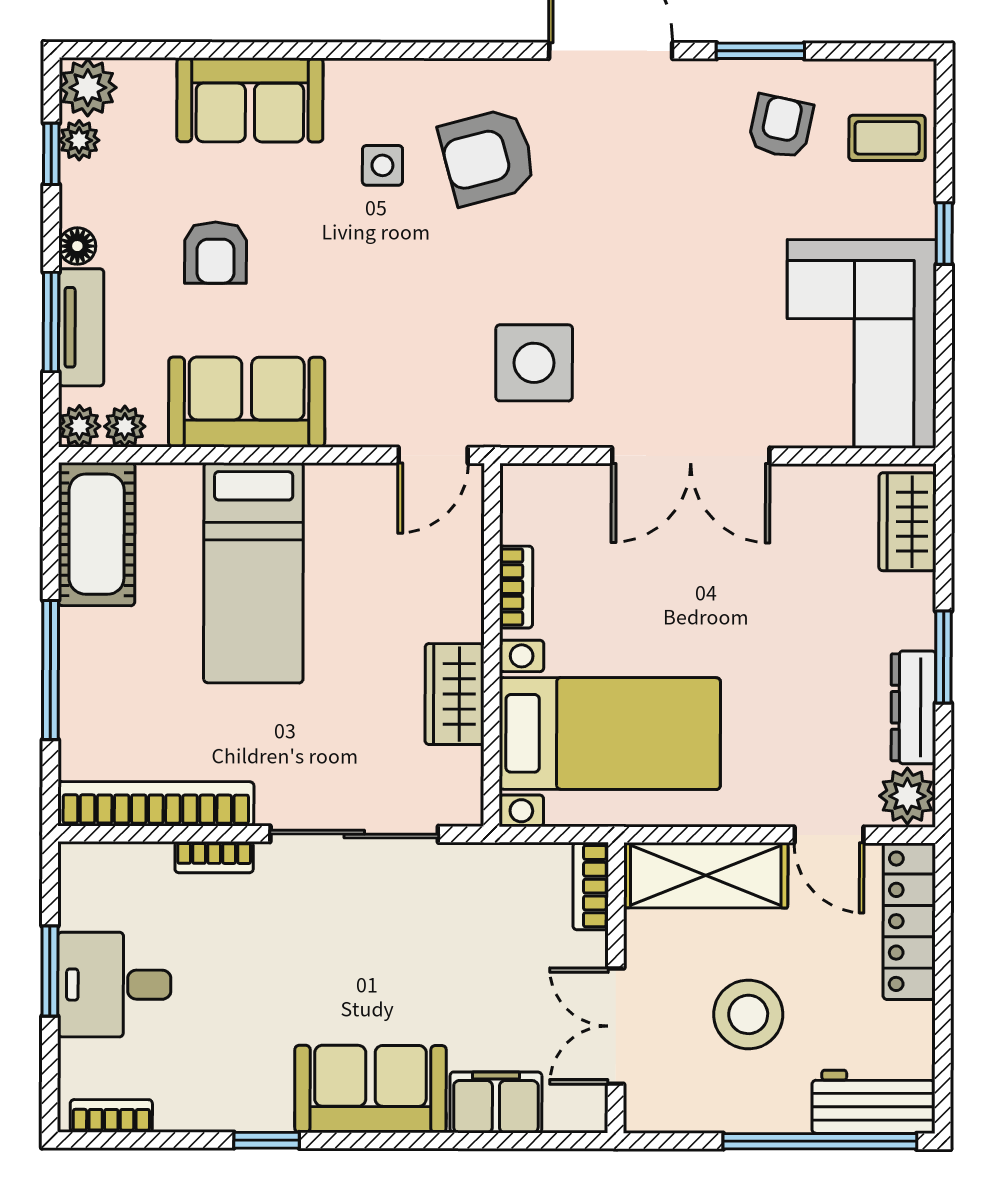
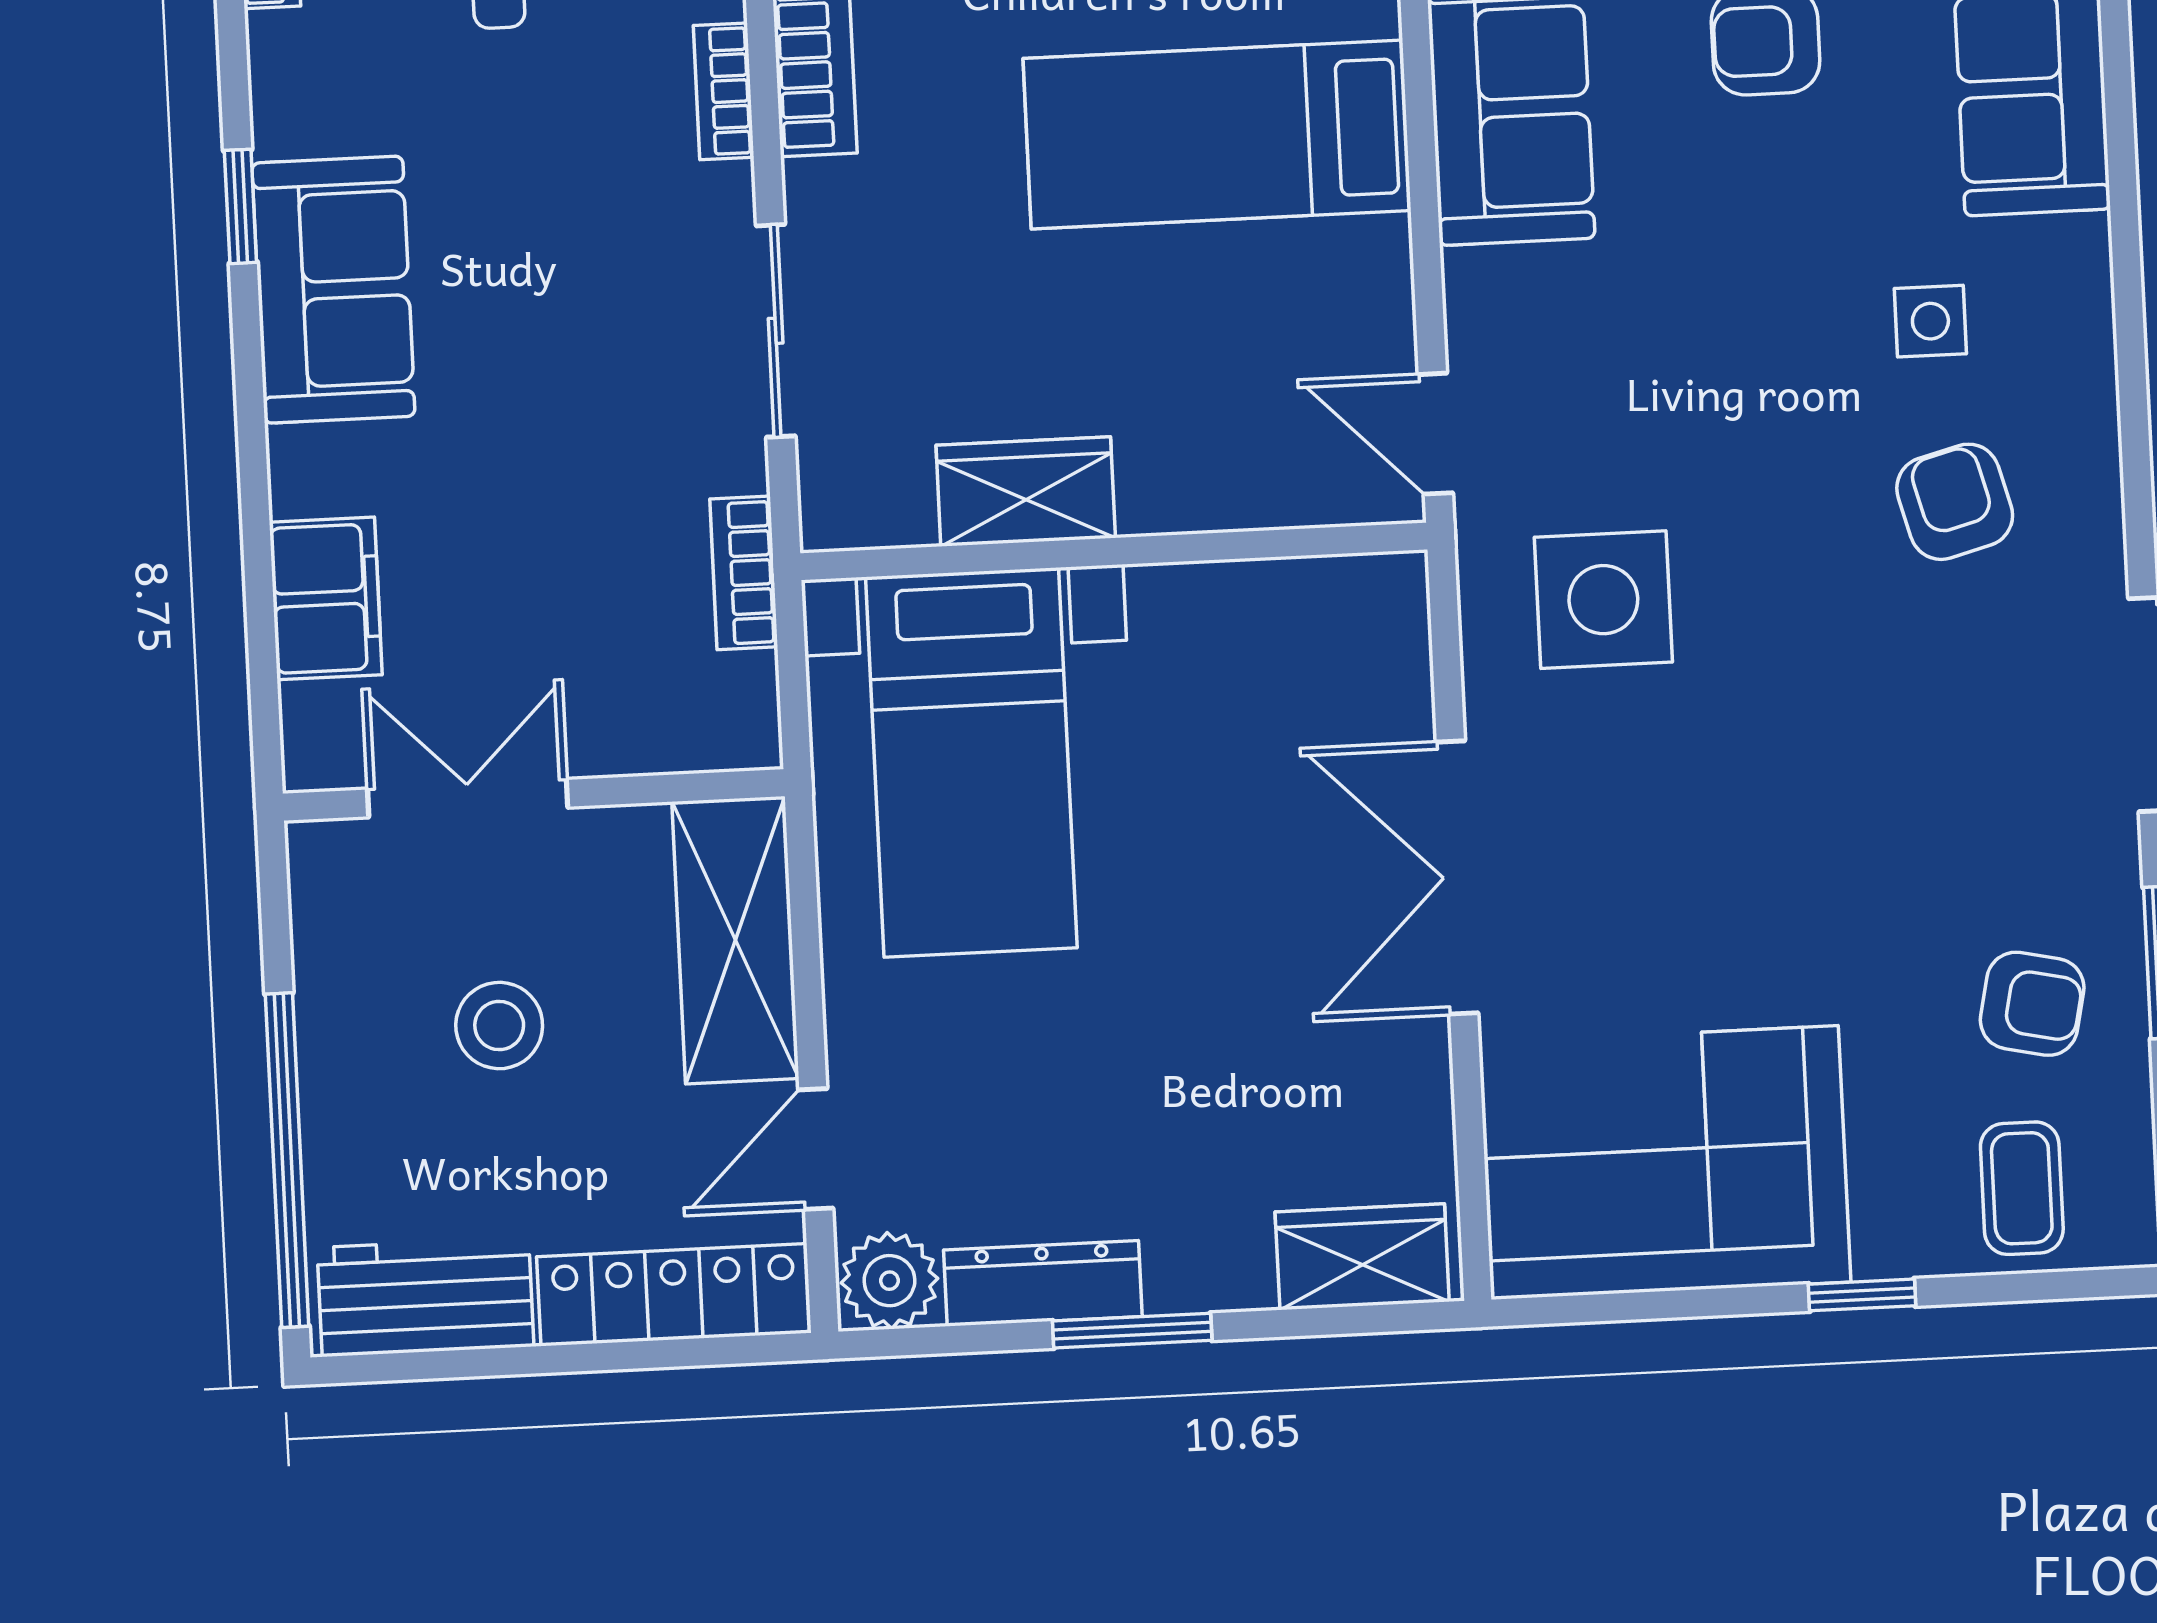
armchair: (488, 157) -> (1955, 502), width x0.72, depth x0.72
bookcase: (516, 587) -> (1216, 588), removed
sliding door: (354, 834) -> (776, 331), width x0.73
bookcase: (591, 886) -> (744, 573), moved, turned -90
stool: (748, 1014) -> (499, 1026), width x0.73, depth x0.73
sofa: (370, 1089) -> (333, 290), moved
workbench: (873, 1102) -> (425, 1297), moved, turned -90

